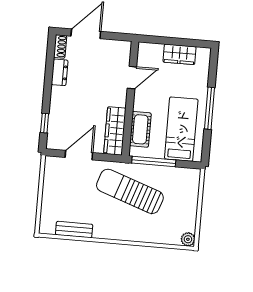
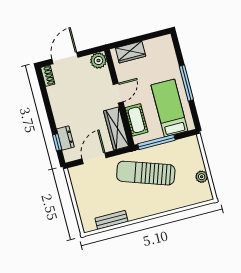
plant: (122, 49) -> (98, 61), added
wardrobe: (180, 54) -> (131, 52), moved
dresser: (60, 72) -> (65, 138), moved
door: (132, 78) -> (118, 93), moved
plant: (188, 239) -> (202, 177), moved

